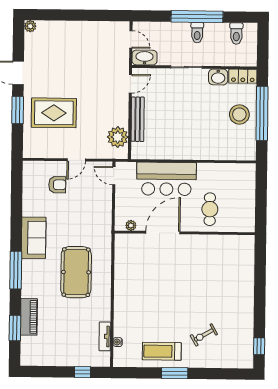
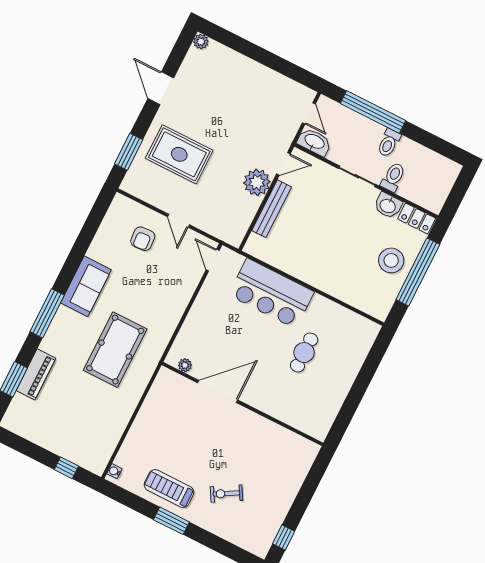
window: (197, 17) -> (373, 112), moved
toilet: (236, 34) -> (393, 177), moved, turned 180
window: (18, 110) -> (129, 152), moved
plant: (118, 137) -> (257, 182), moved
door: (76, 160) -> (178, 221), hinge flipped
armchair: (57, 185) -> (143, 239), turned 86
plant: (131, 225) -> (185, 365), moved
door: (163, 233) -> (218, 391), moved
wall: (185, 233) -> (243, 404), moved
tv unit: (105, 336) -> (112, 439), removed
water cooler: (118, 342) -> (114, 471), moved

